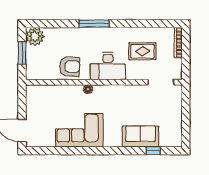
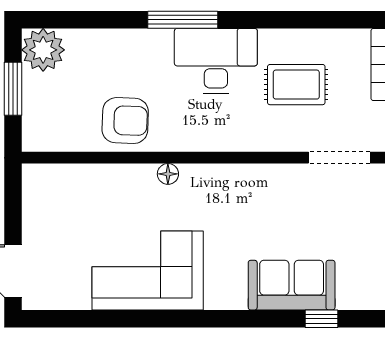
desk: (108, 66) -> (216, 61), moved, turned 180

